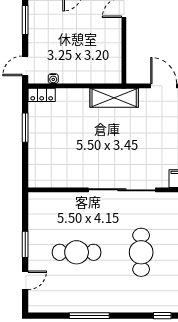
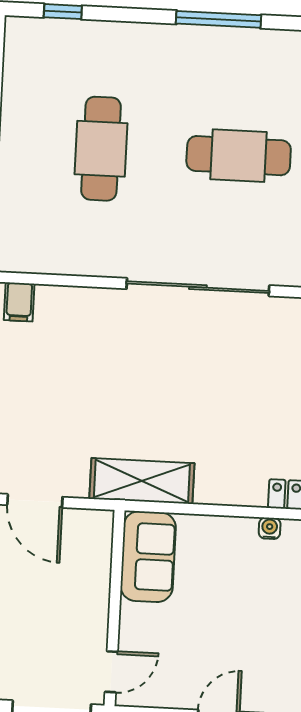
sofa: (109, 62) -> (148, 557), added
sliding door: (122, 190) -> (198, 287), moved

